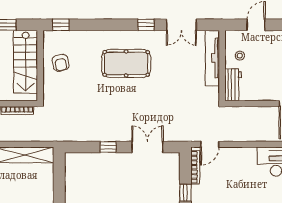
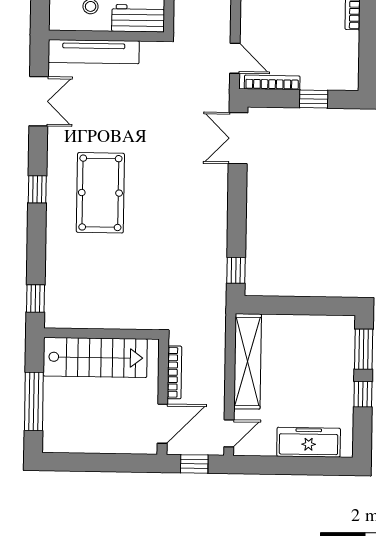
window: (146, 25) -> (37, 189), moved
armchair: (61, 63) -> (98, 300), removed
window: (108, 147) -> (236, 270), moved
double door: (147, 147) -> (238, 138), moved

